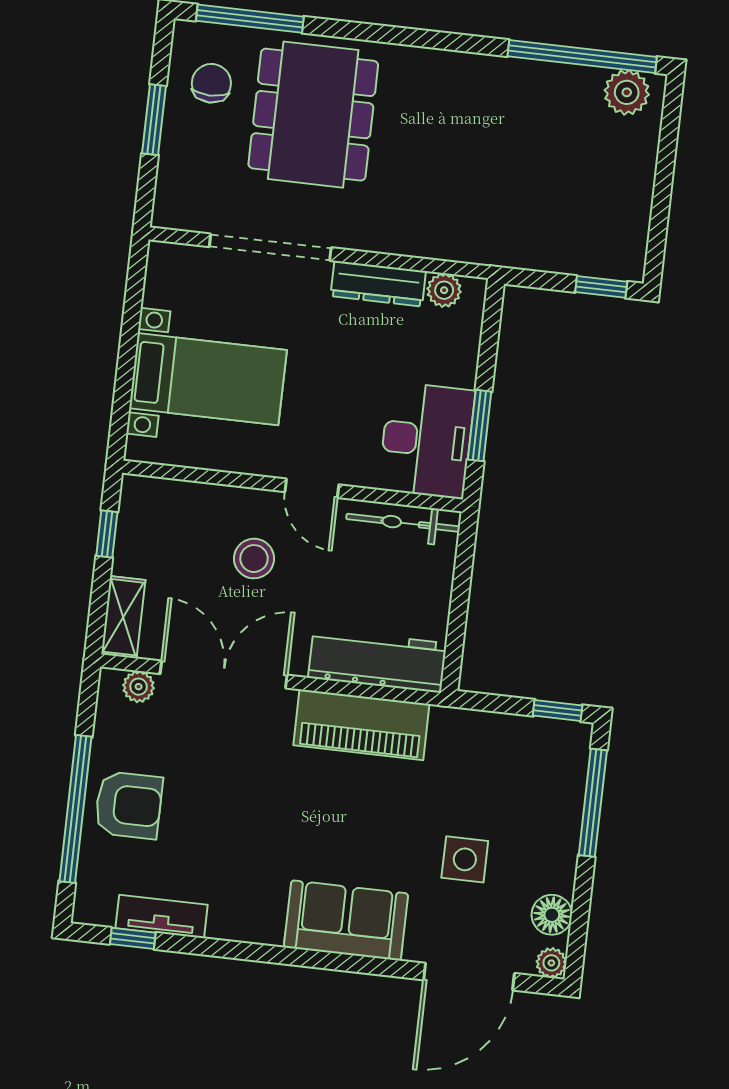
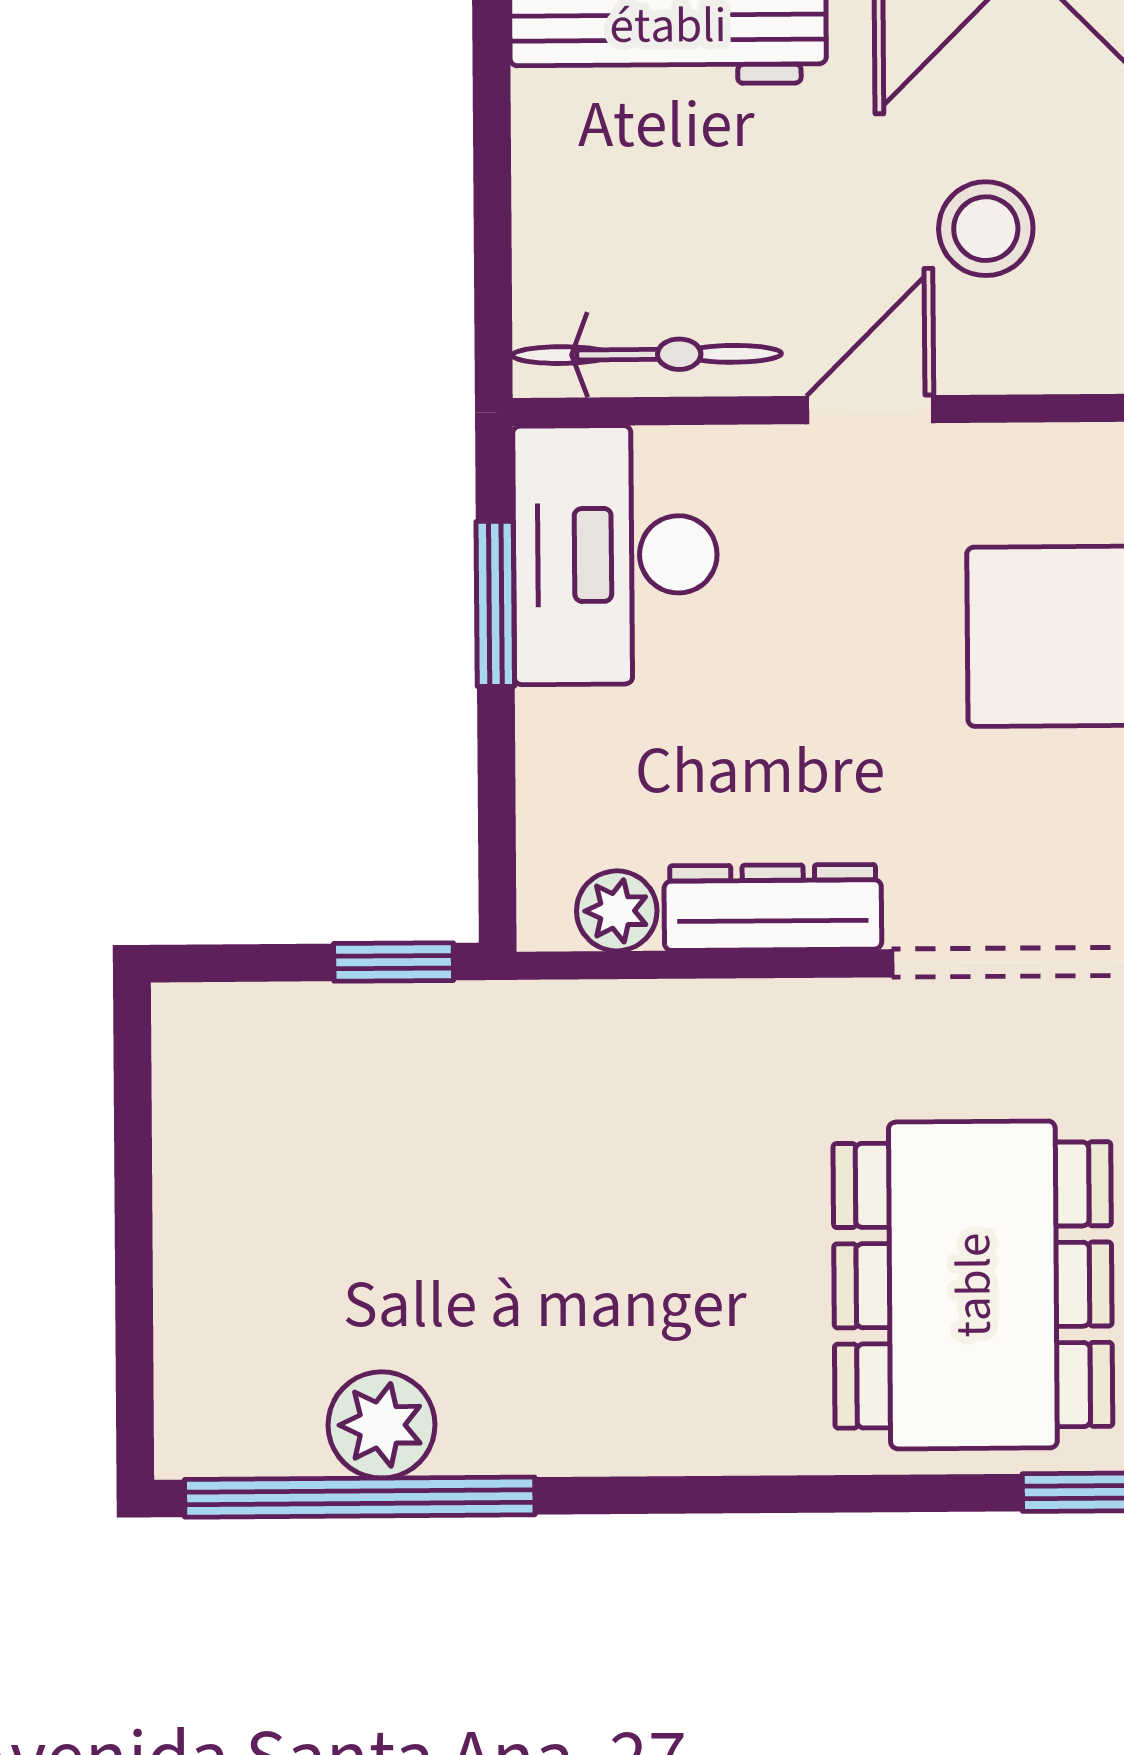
plant: (627, 92) -> (381, 1425), moved
window: (601, 287) -> (394, 962), moved
door: (312, 488) -> (870, 410), hinge flipped

